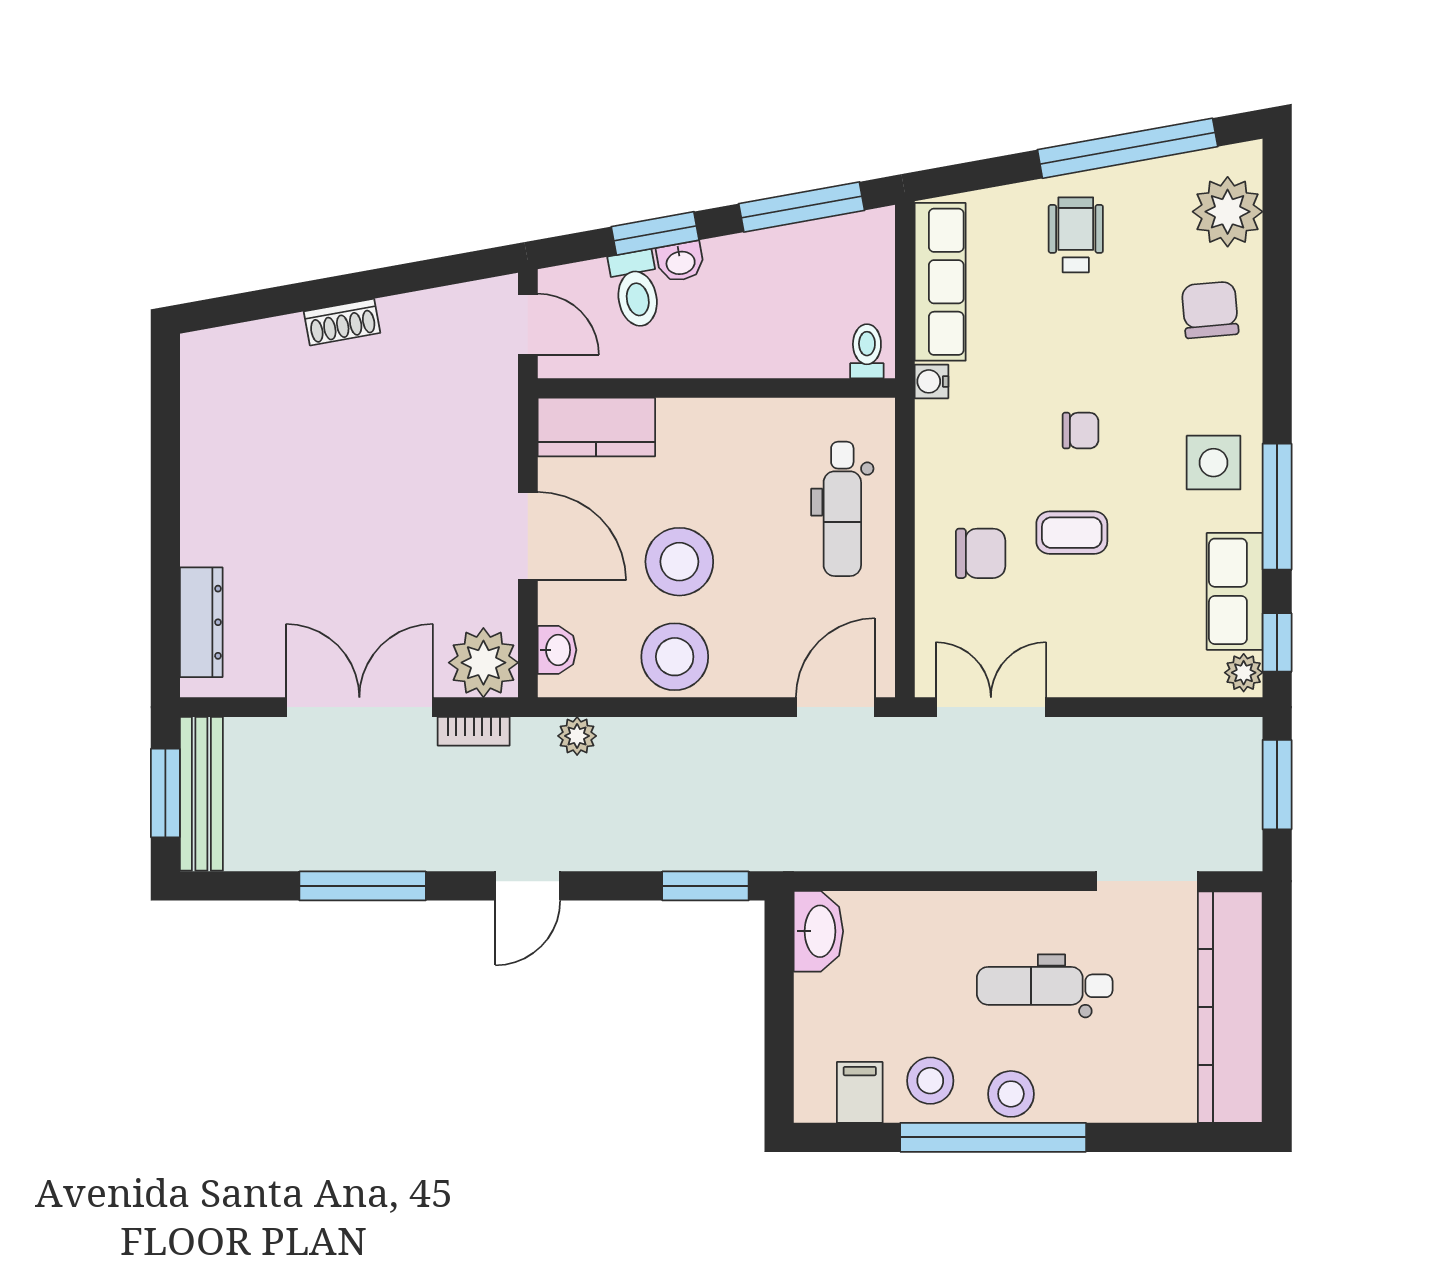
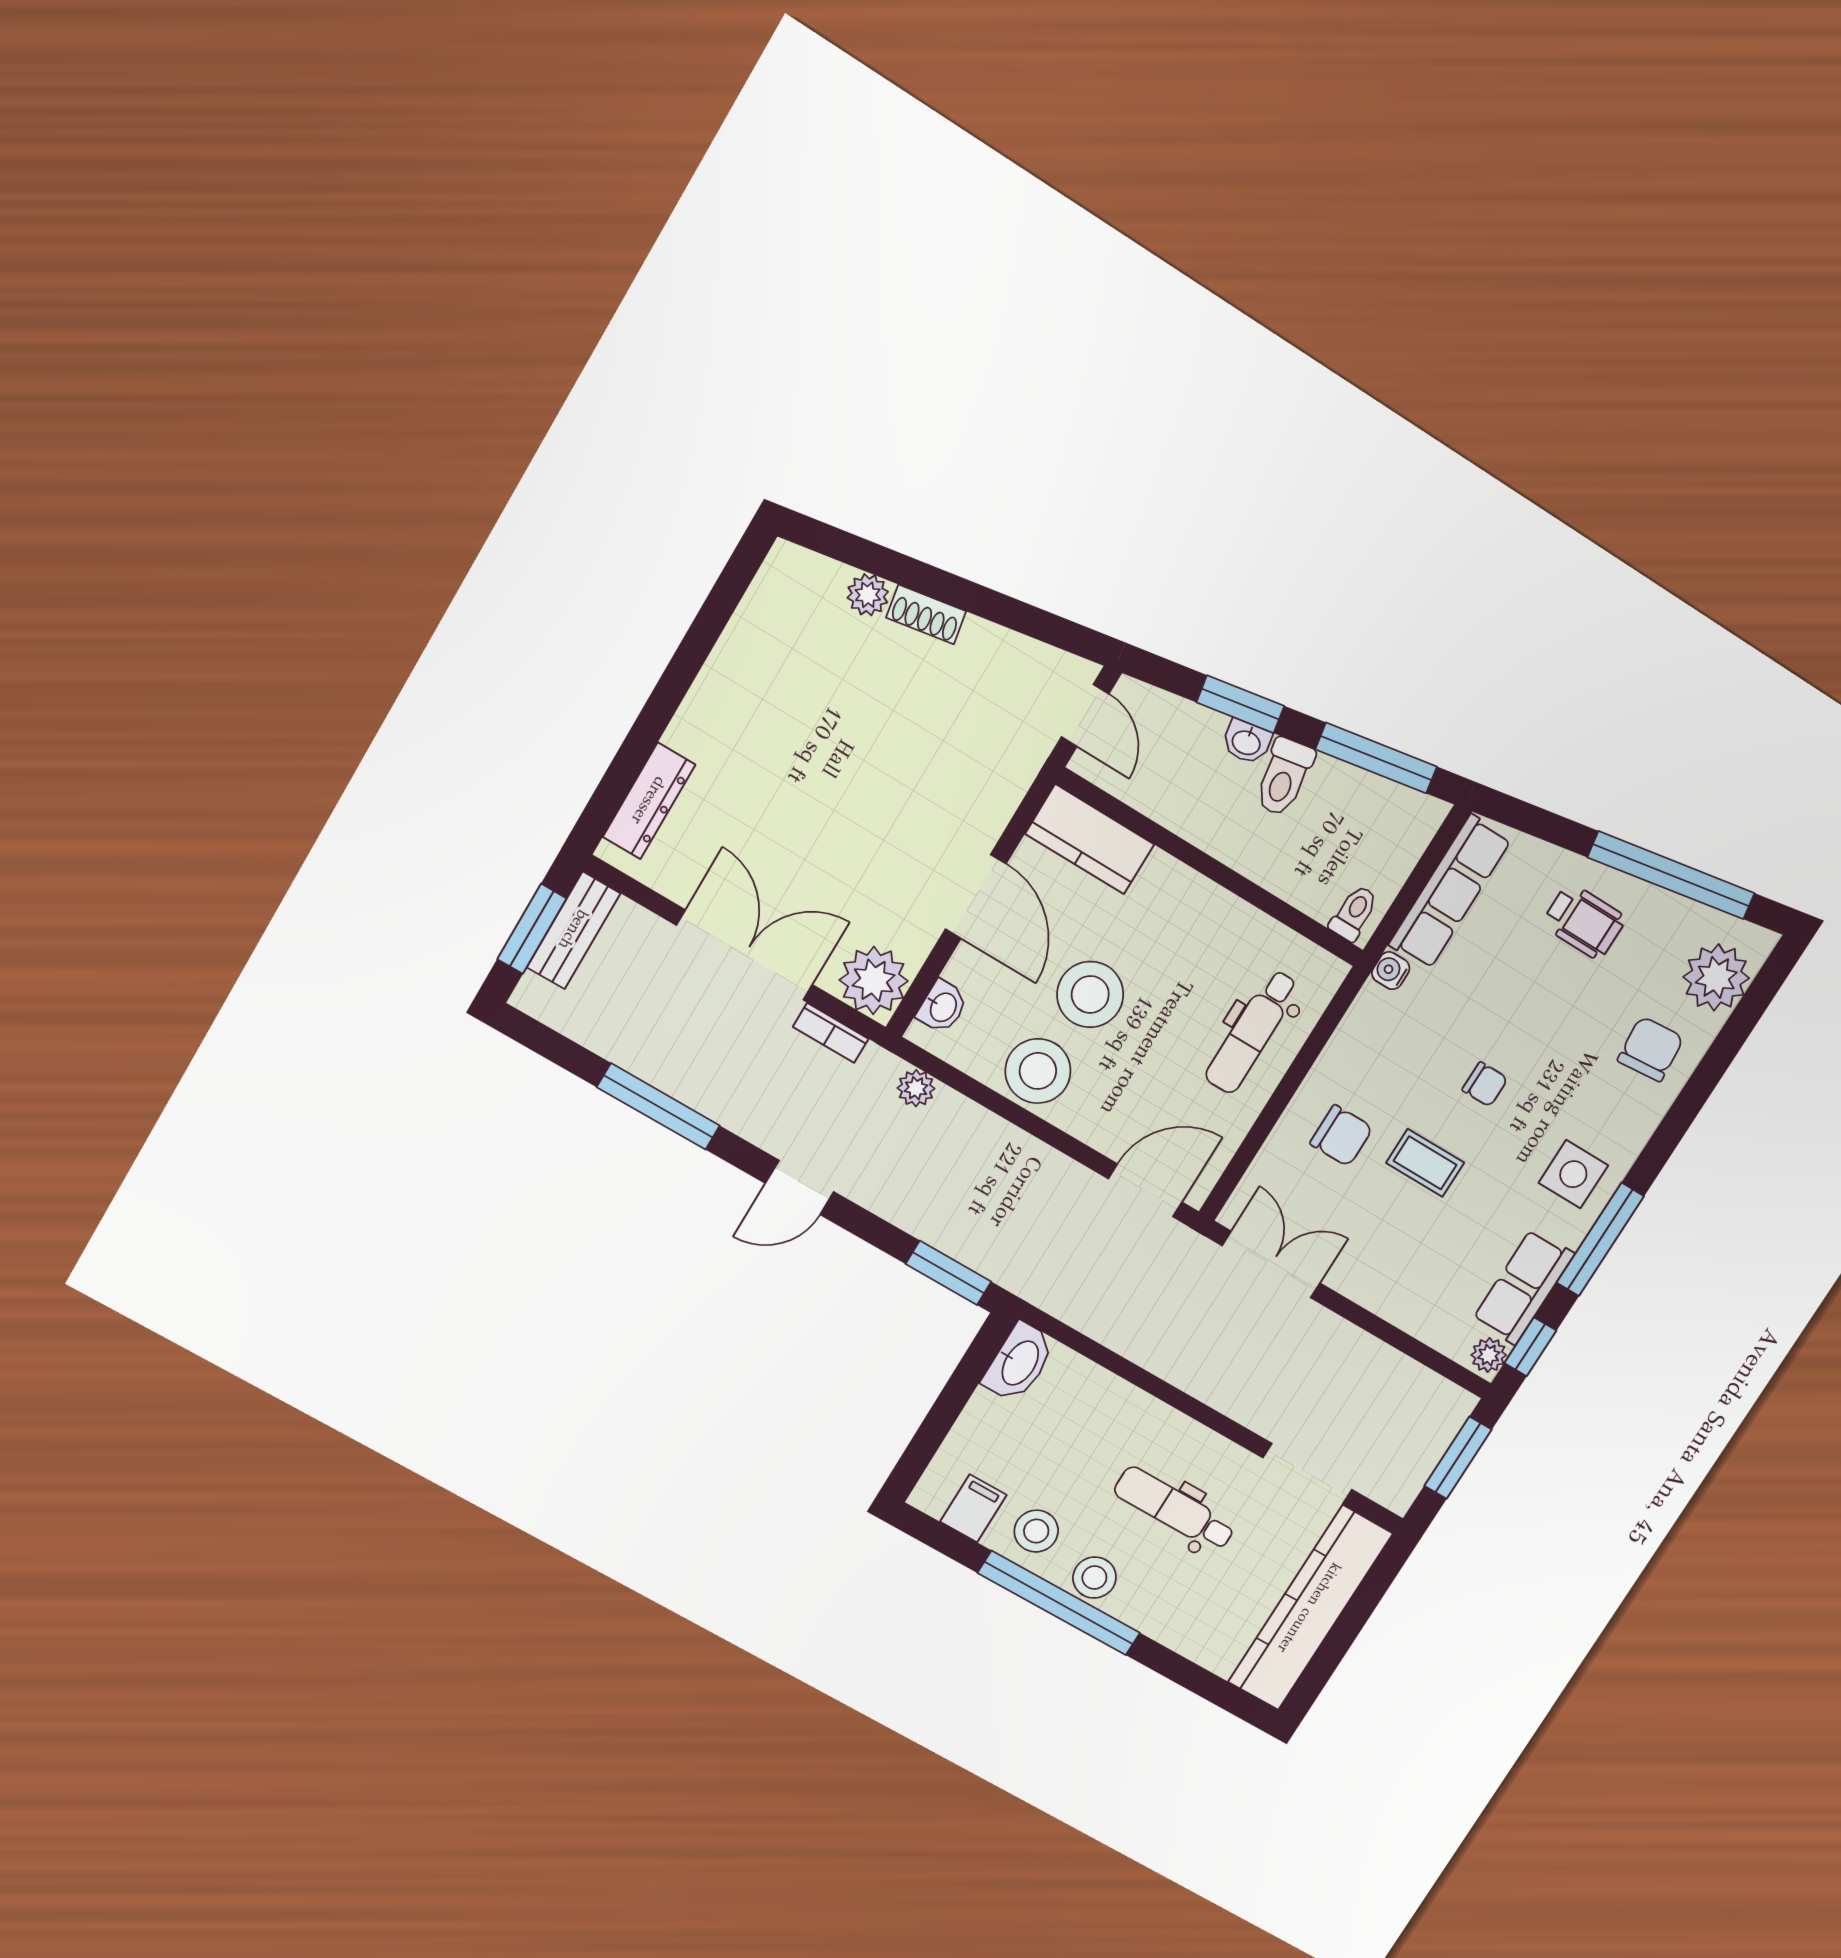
wheelchair: (1076, 235) -> (1584, 921), turned 90
toilet: (636, 289) -> (1284, 777), moved
plant: (283, 336) -> (868, 595), added
bench: (201, 794) -> (574, 930), width x0.73

